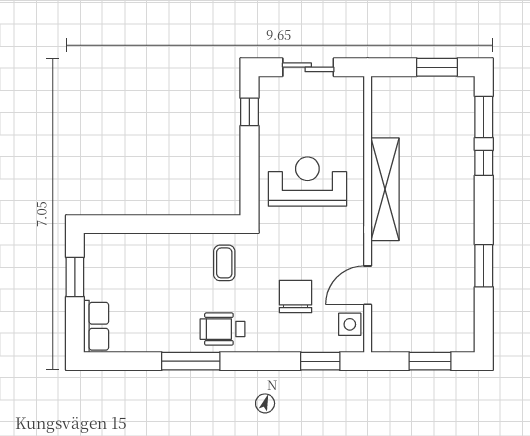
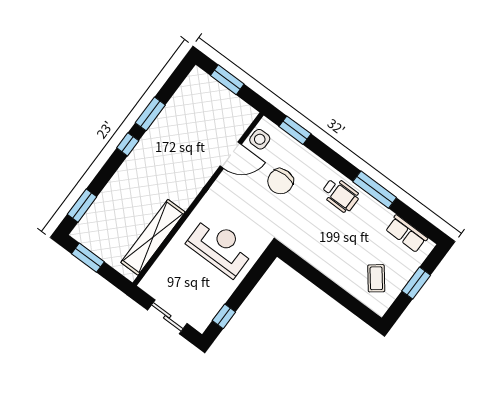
window: (484, 163) -> (128, 144), moved
reception desk: (307, 182) -> (220, 247), turned 180
shelving: (385, 189) -> (153, 237), moved
coffee table: (224, 263) -> (376, 278), moved, turned -38
window: (75, 277) -> (416, 283), moved
row of seats: (96, 326) -> (406, 234), moved, turned -90

